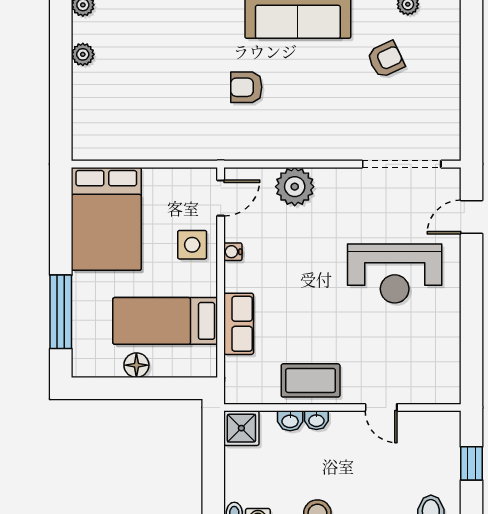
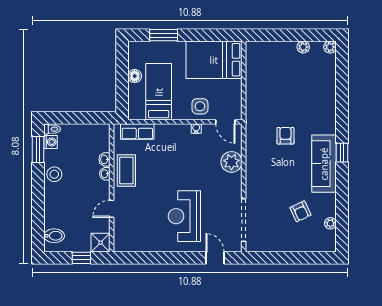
window: (61, 312) -> (164, 35), width x0.69
row of seats: (239, 324) -> (137, 132), moved
shower: (241, 428) -> (101, 243), moved

